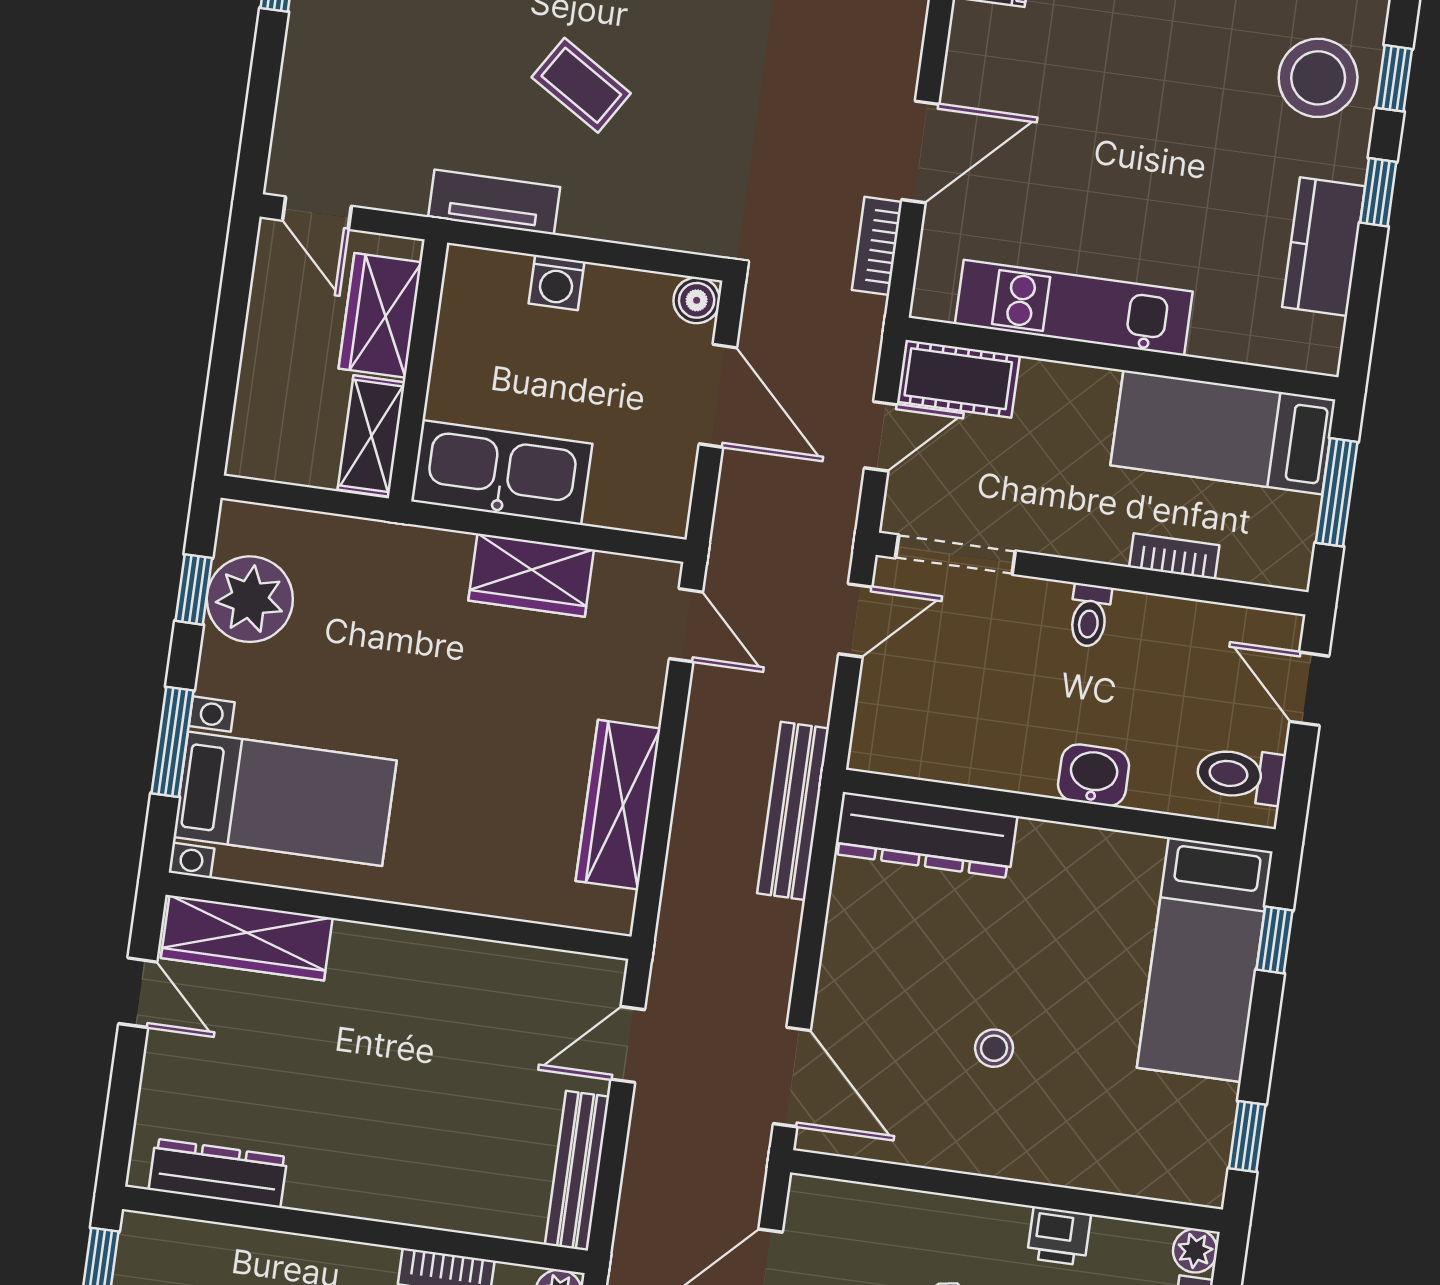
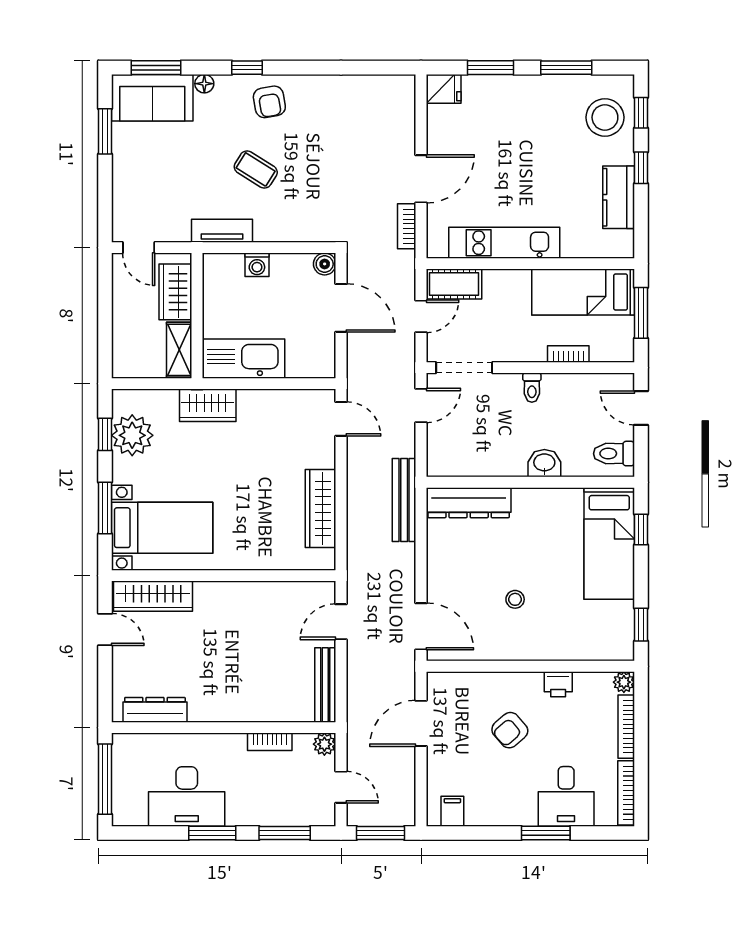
wardrobe: (531, 575) -> (208, 405), moved

